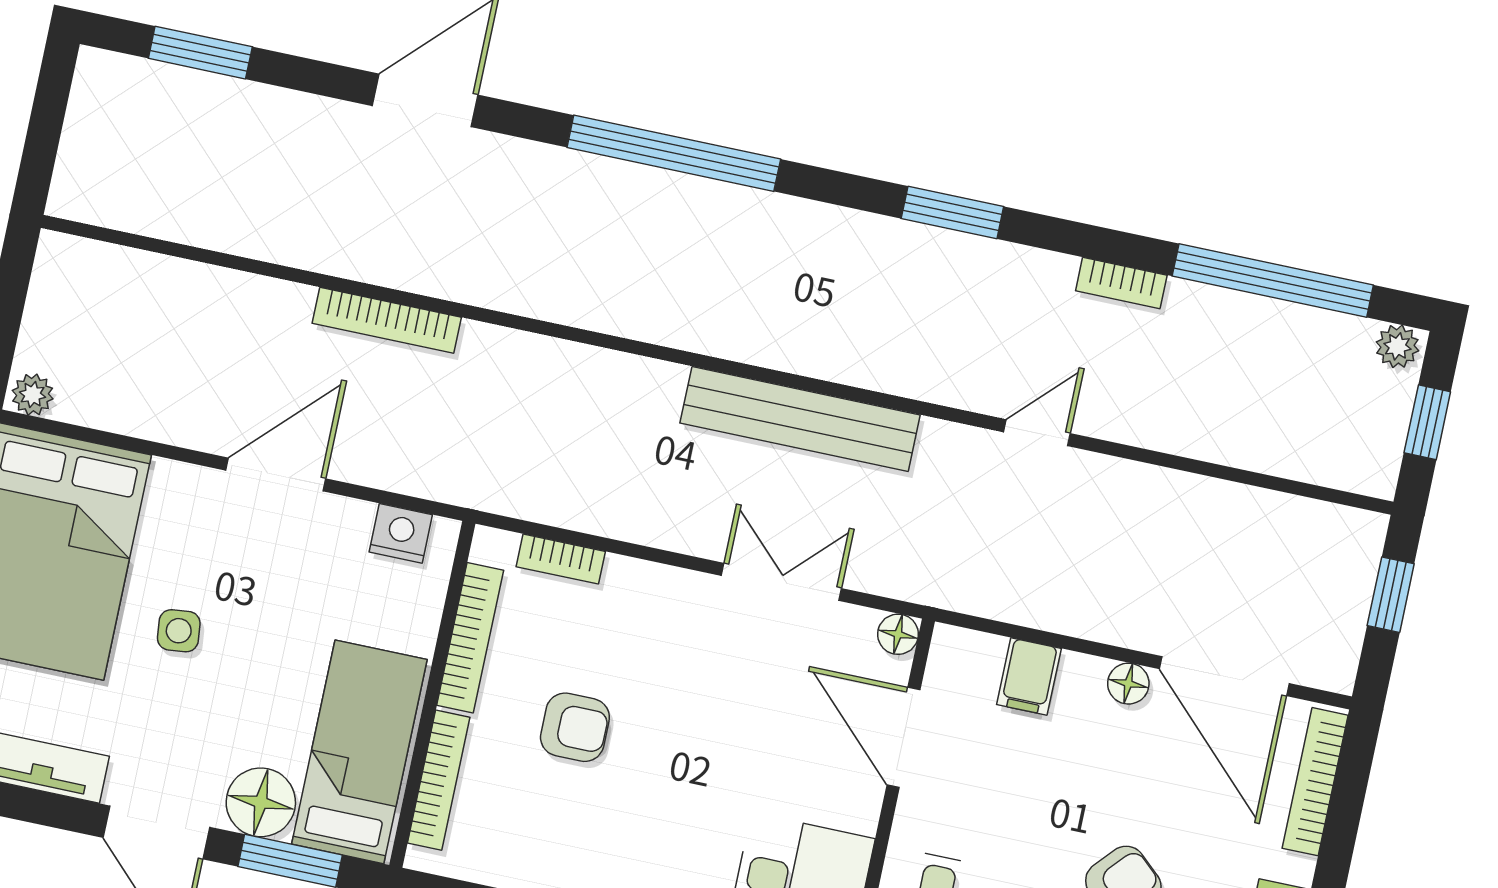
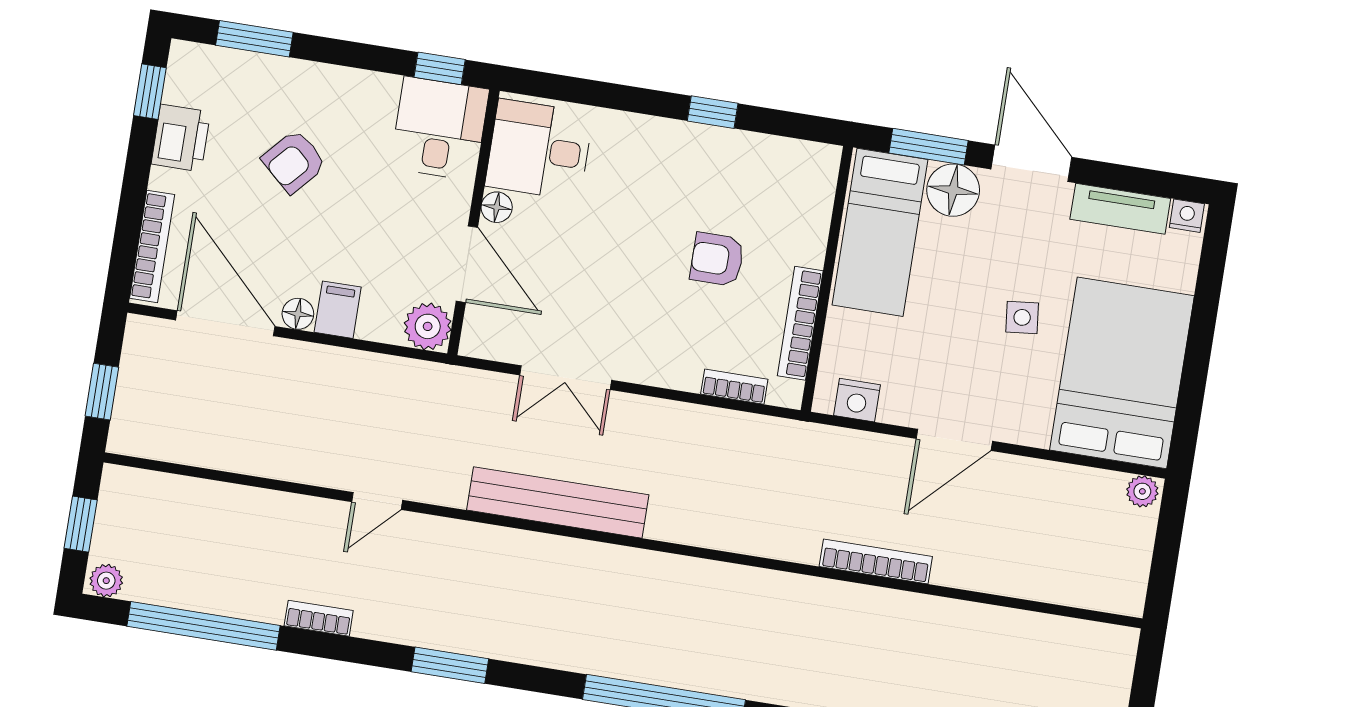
floor lamp: (898, 634) -> (497, 207), moved
plant: (959, 658) -> (428, 326), added
filing cabinet: (1029, 676) -> (338, 310), moved
bookcase: (439, 780) -> (819, 214), removed

